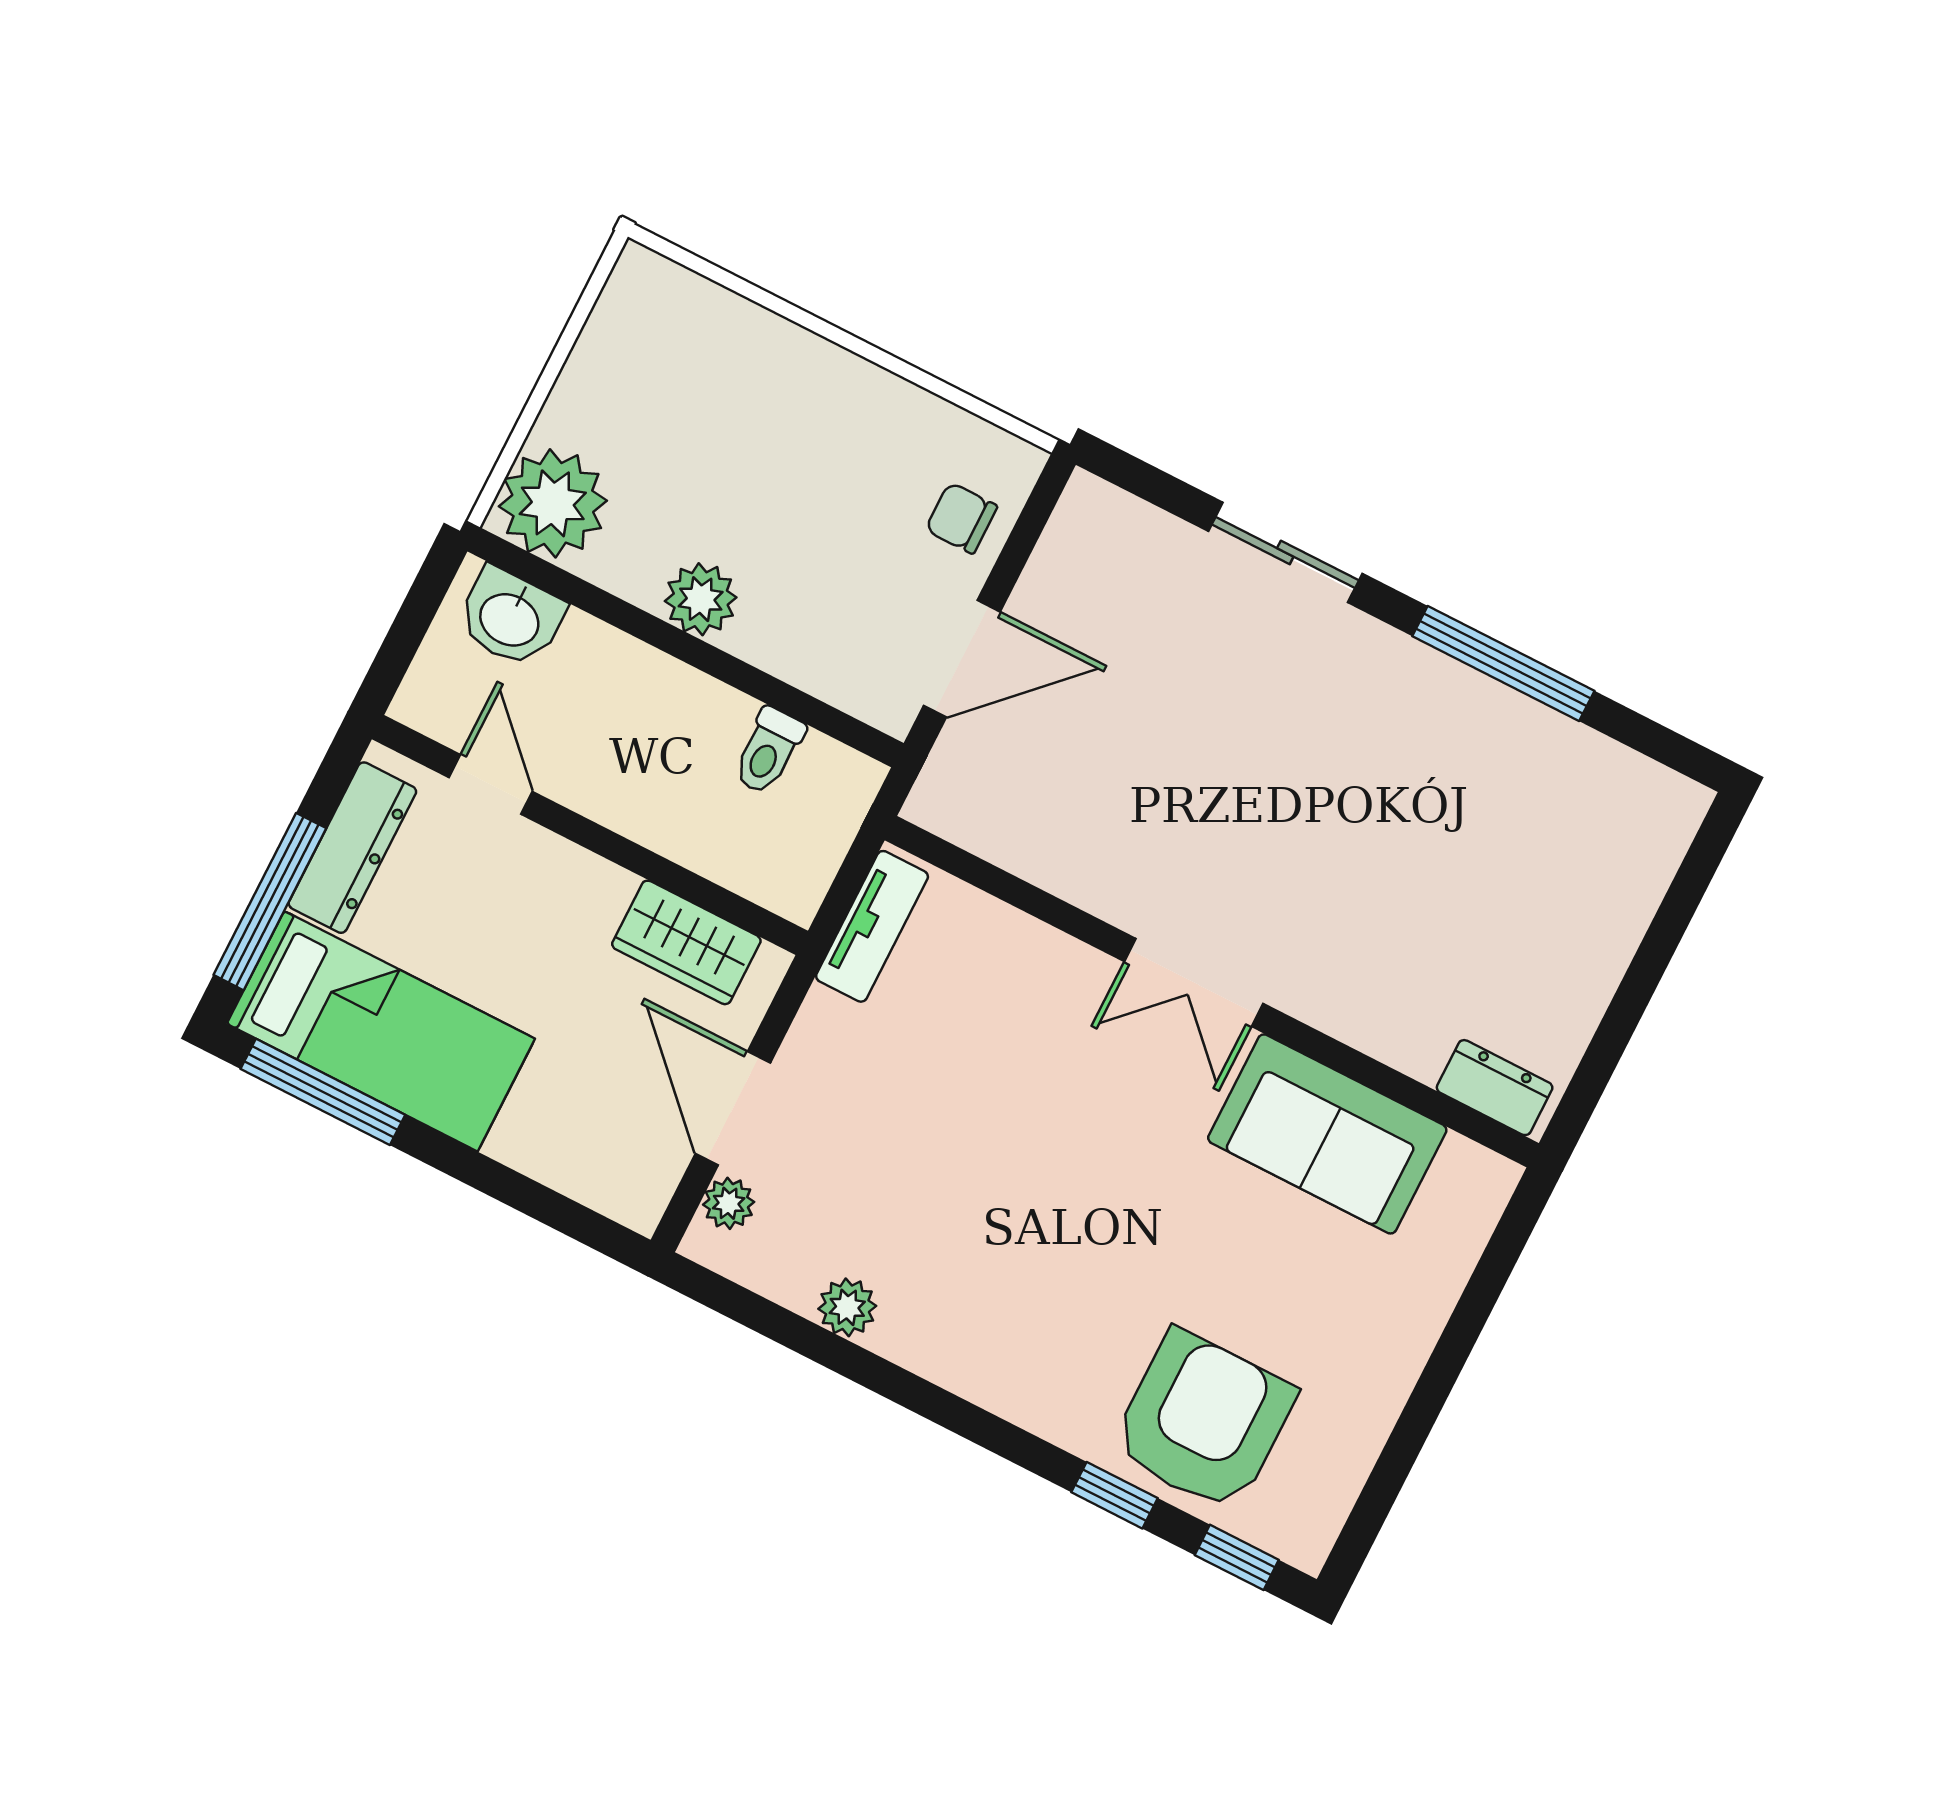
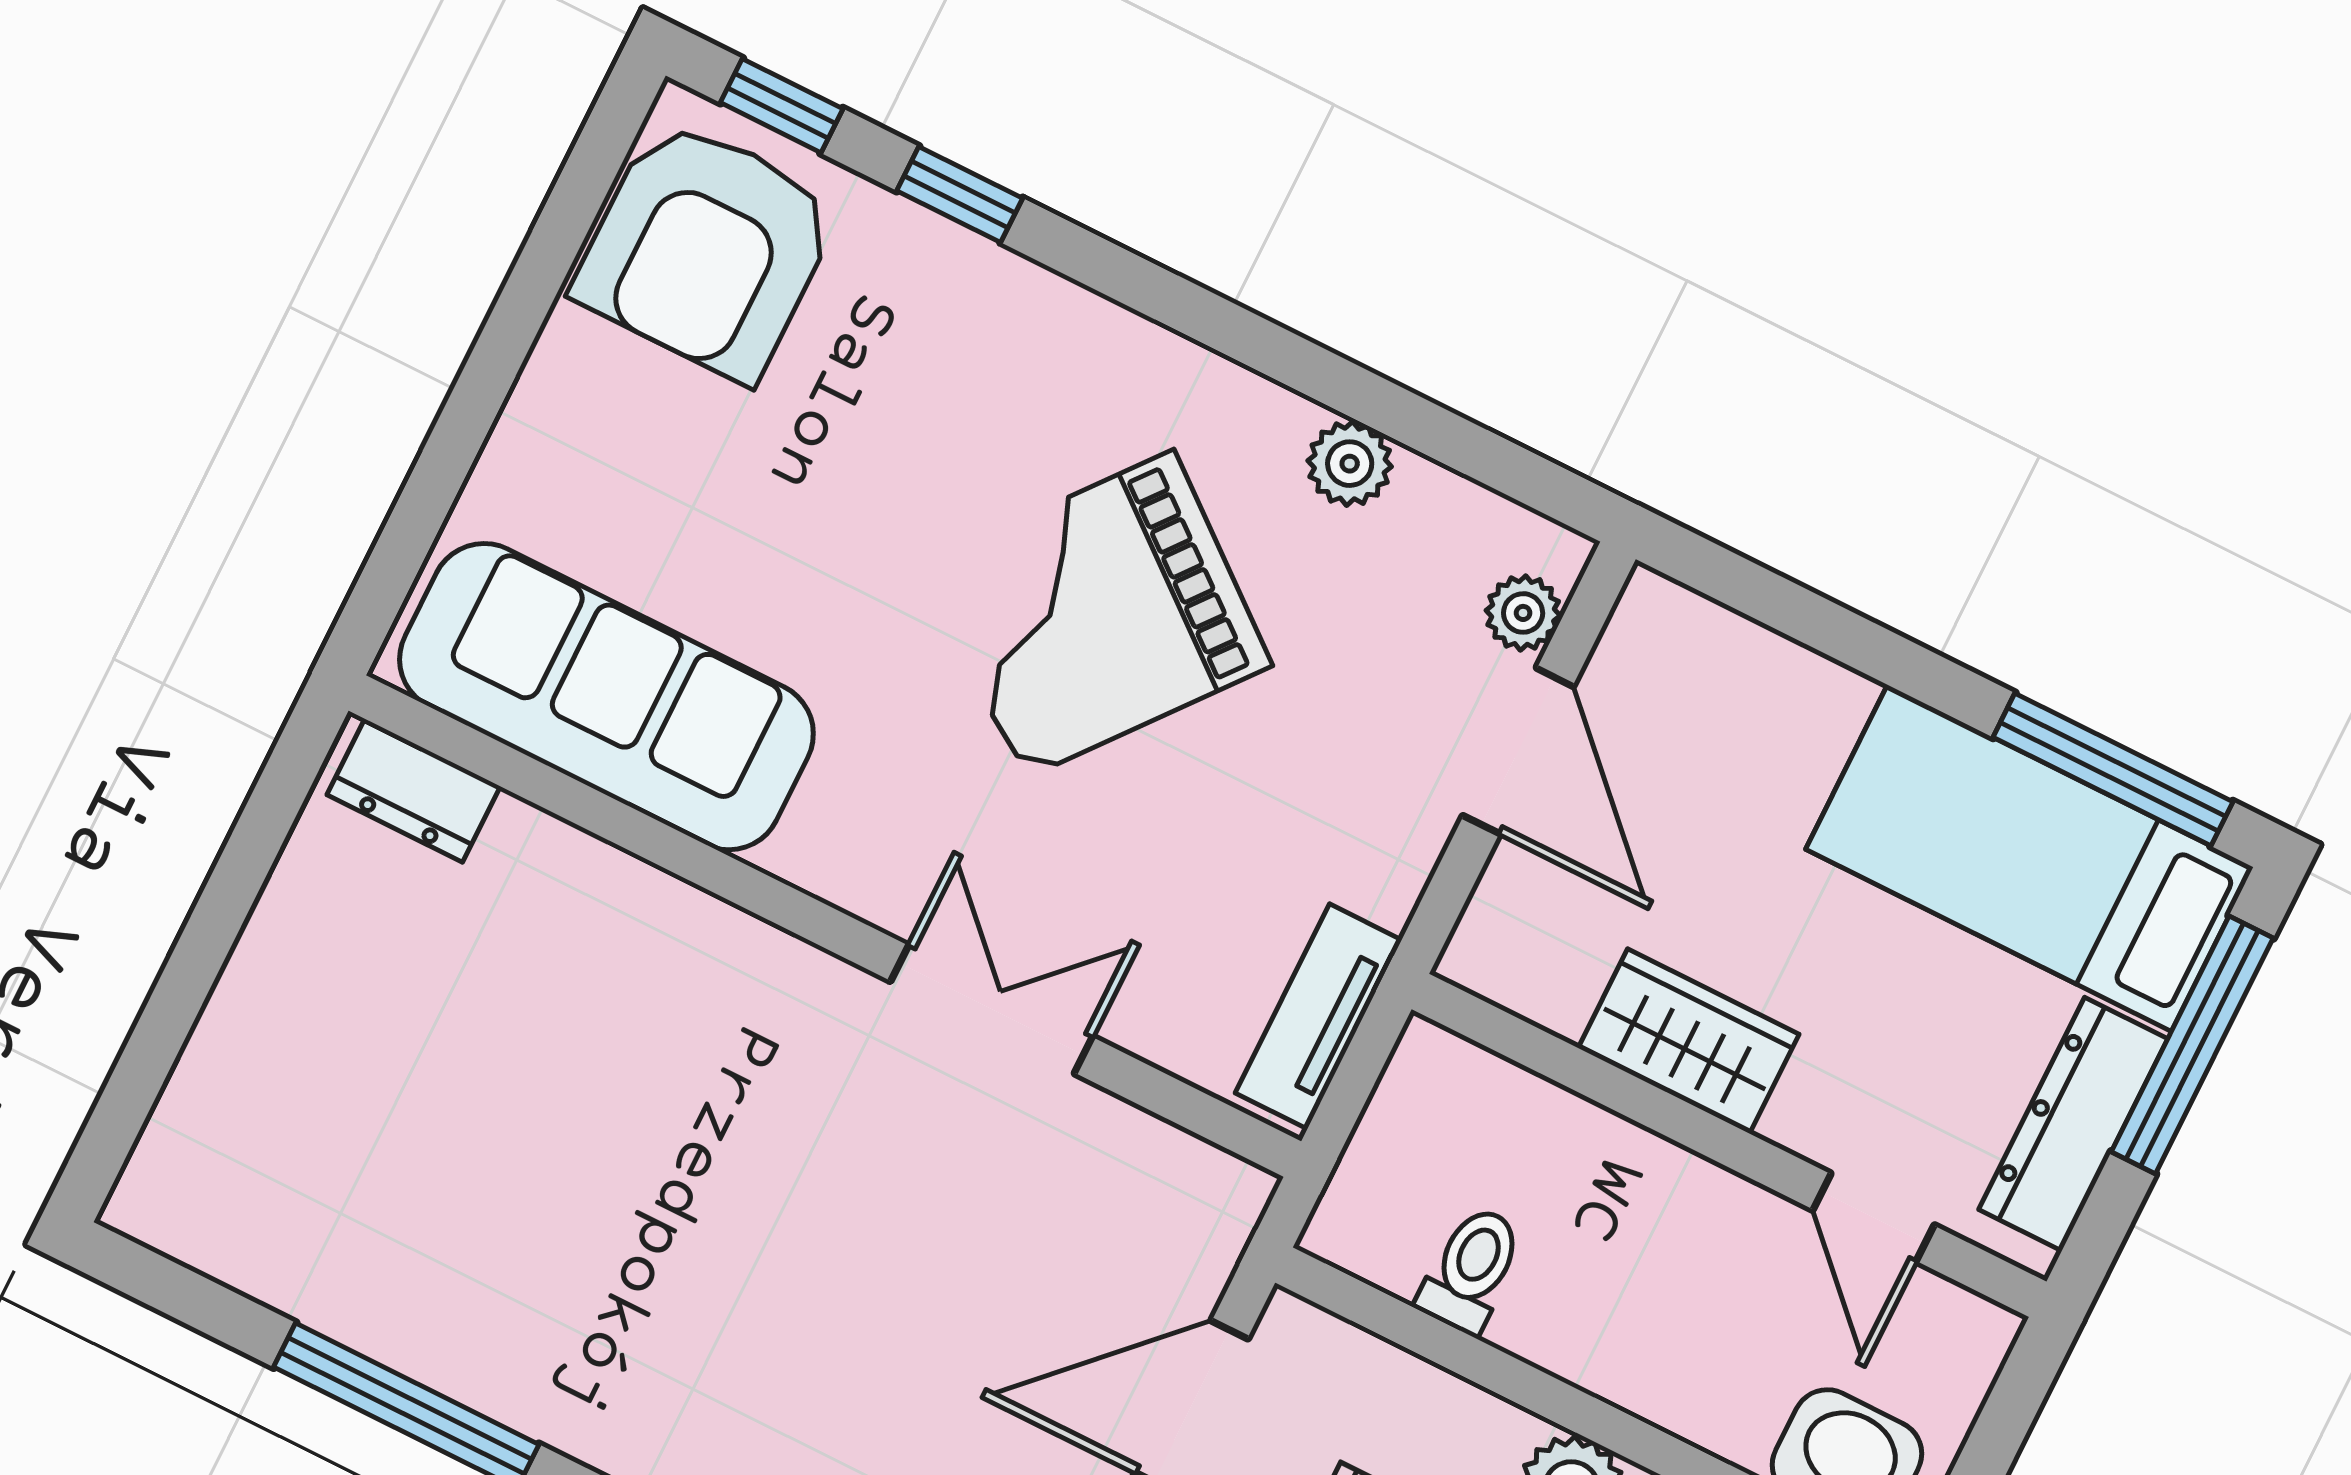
wardrobe: (686, 942) -> (1689, 1041), moved
double door: (1194, 983) -> (992, 1009), moved
sofa: (1327, 1134) -> (606, 697), width x1.36
grand piano: (1022, 1205) -> (1098, 615), added
armchair: (1203, 1421) -> (707, 249), moved

